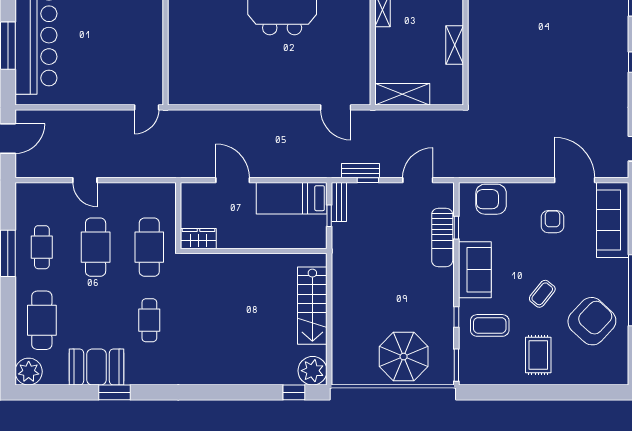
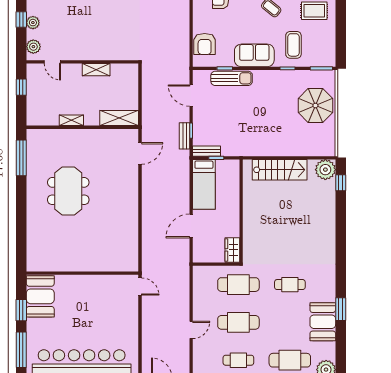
shelving: (402, 94) -> (119, 118), moved, turned 90

